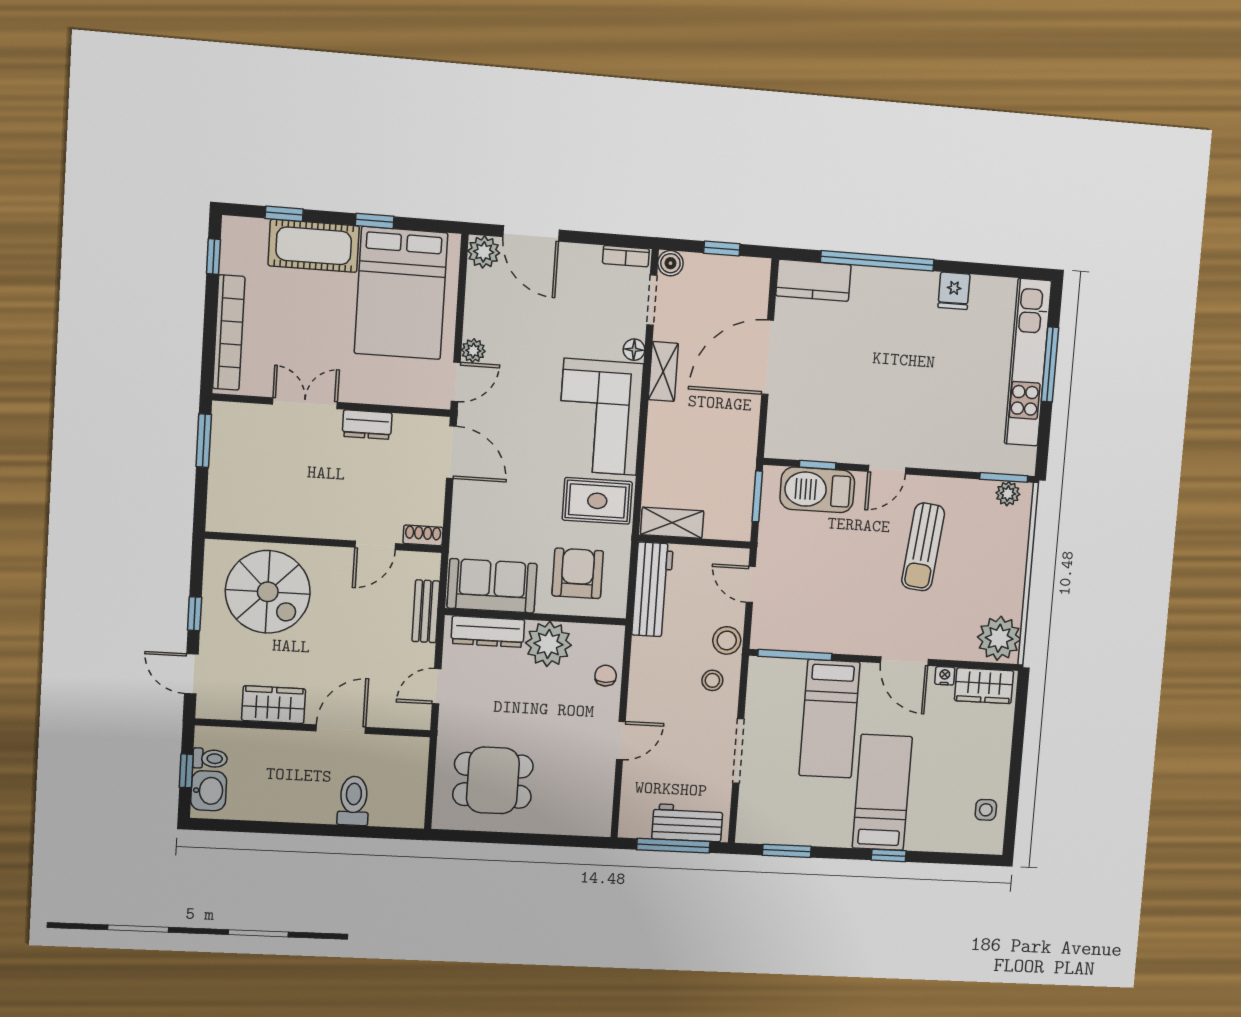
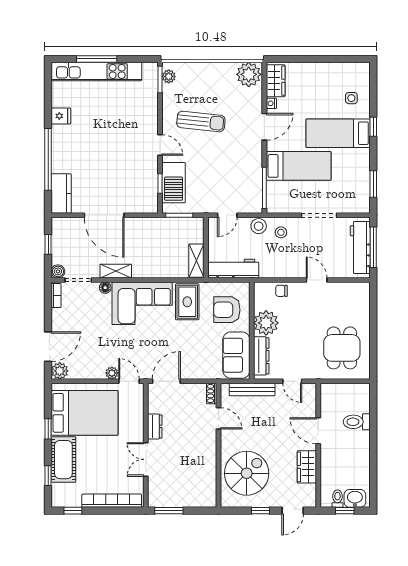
bench: (426, 611) -> (252, 390), width x1.36
side table: (986, 810) -> (351, 98), moved
workbench: (687, 823) -> (360, 247), width x1.37

